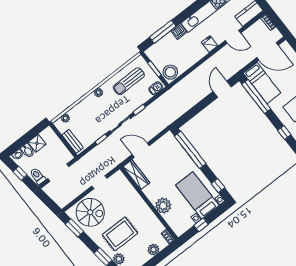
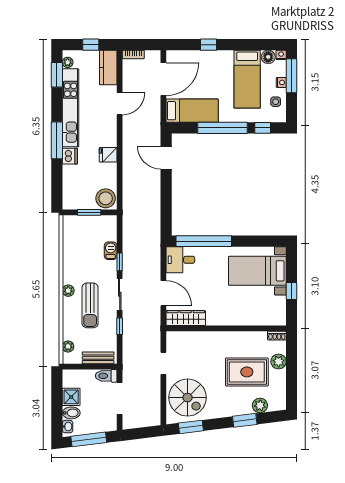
window: (163, 32) -> (57, 140), moved
fridge: (210, 44) -> (108, 155), moved
sun lounger: (129, 81) -> (90, 305), moved
barbecue: (156, 88) -> (111, 251), moved
window: (256, 96) -> (223, 128), moved
desk: (168, 145) -> (180, 260), added
door: (141, 150) -> (163, 293), swing flipped
window: (20, 173) -> (89, 439), width x2.17
toilet: (38, 176) -> (106, 376), moved
window: (218, 186) -> (264, 241), removed
plant: (163, 206) -> (240, 315), removed
spiral stairs: (90, 212) -> (188, 398), turned 90
rug: (120, 234) -> (247, 372), moved, turned 90

